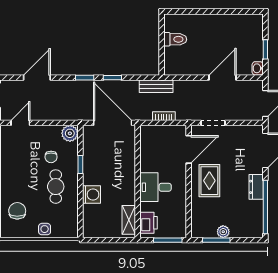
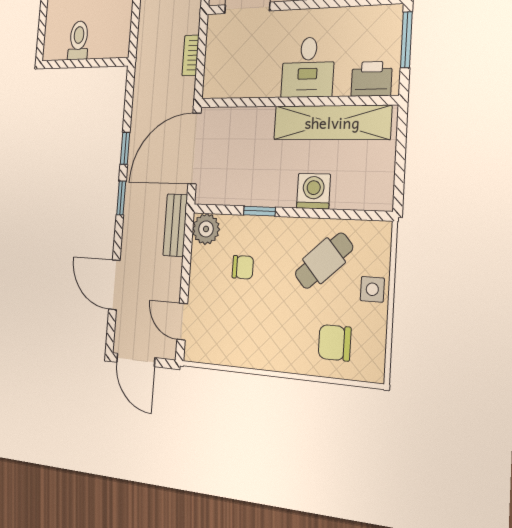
bench: (156, 86) -> (175, 225), moved
cafe table: (56, 187) -> (324, 261), moved, turned -42
shelving: (129, 220) -> (332, 123), width x2.20, depth x1.33

